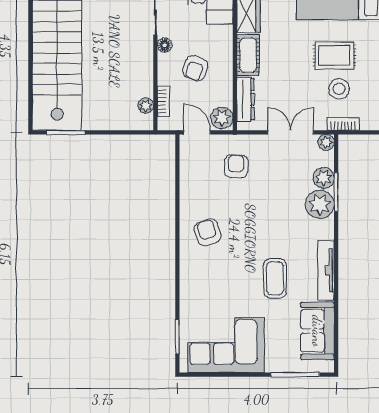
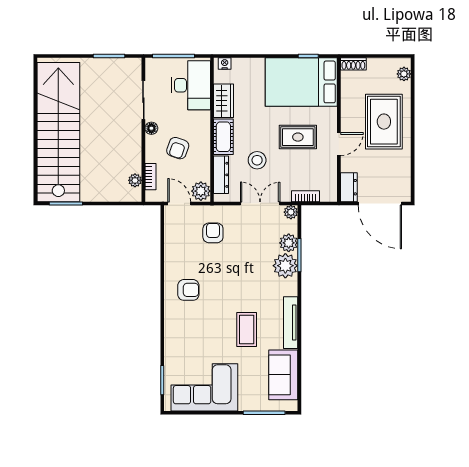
stool: (339, 89) -> (257, 160), moved
armchair: (208, 232) -> (188, 290), turned 108

